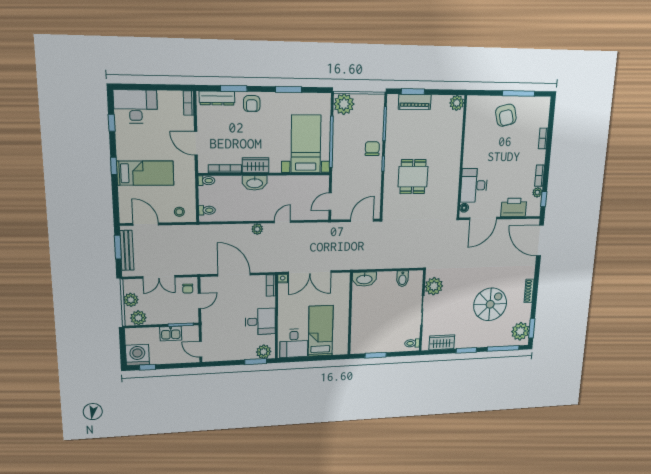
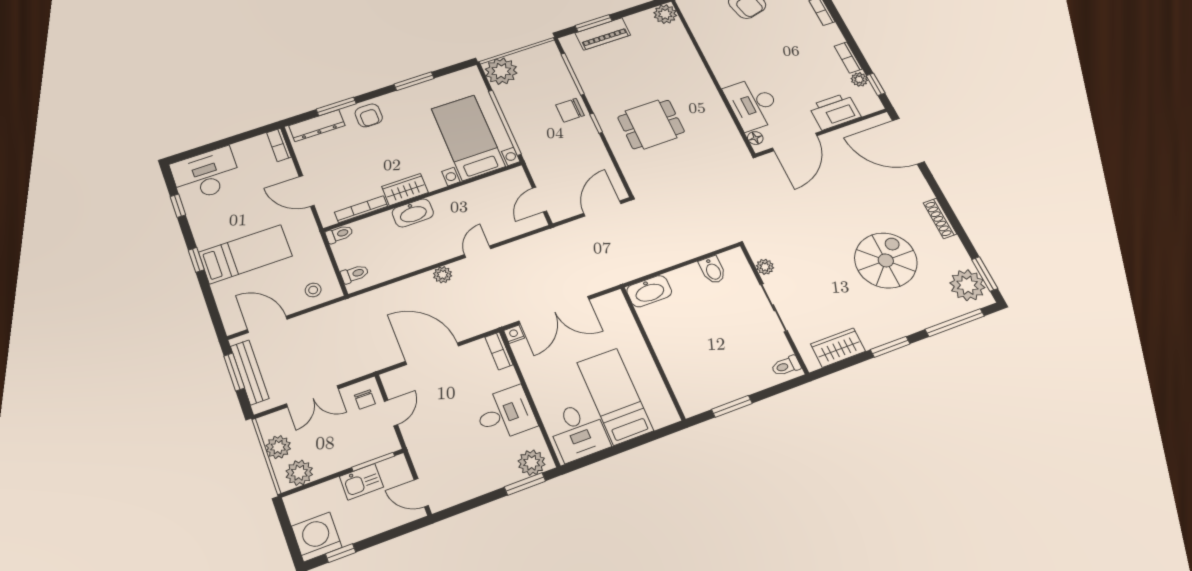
chair: (372, 149) -> (570, 110), turned -90
dining table: (413, 177) -> (651, 124), turned 90
plant: (434, 286) -> (765, 267), width x0.53, depth x0.53

